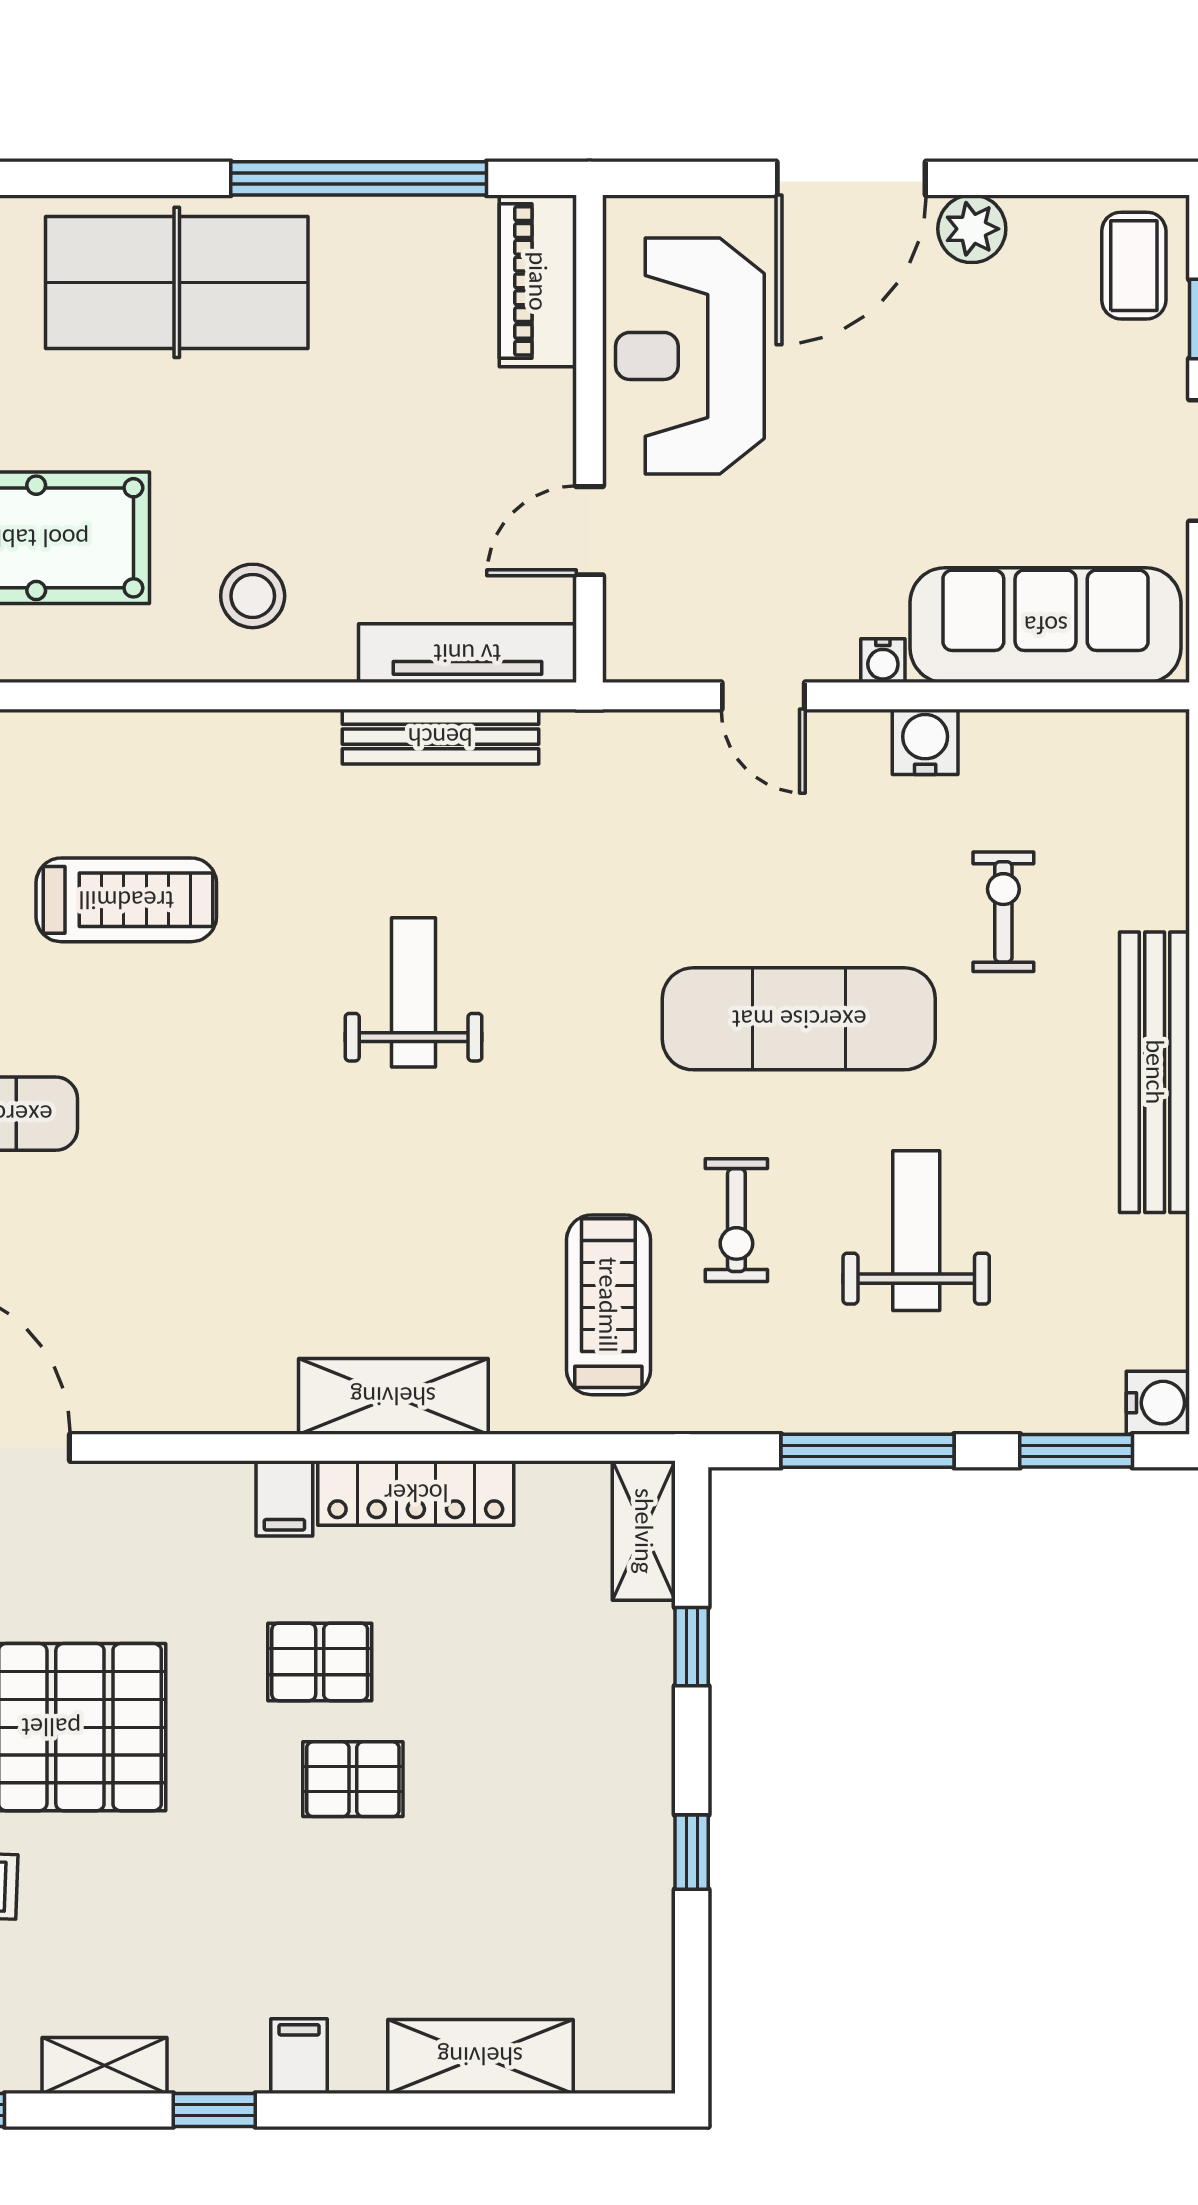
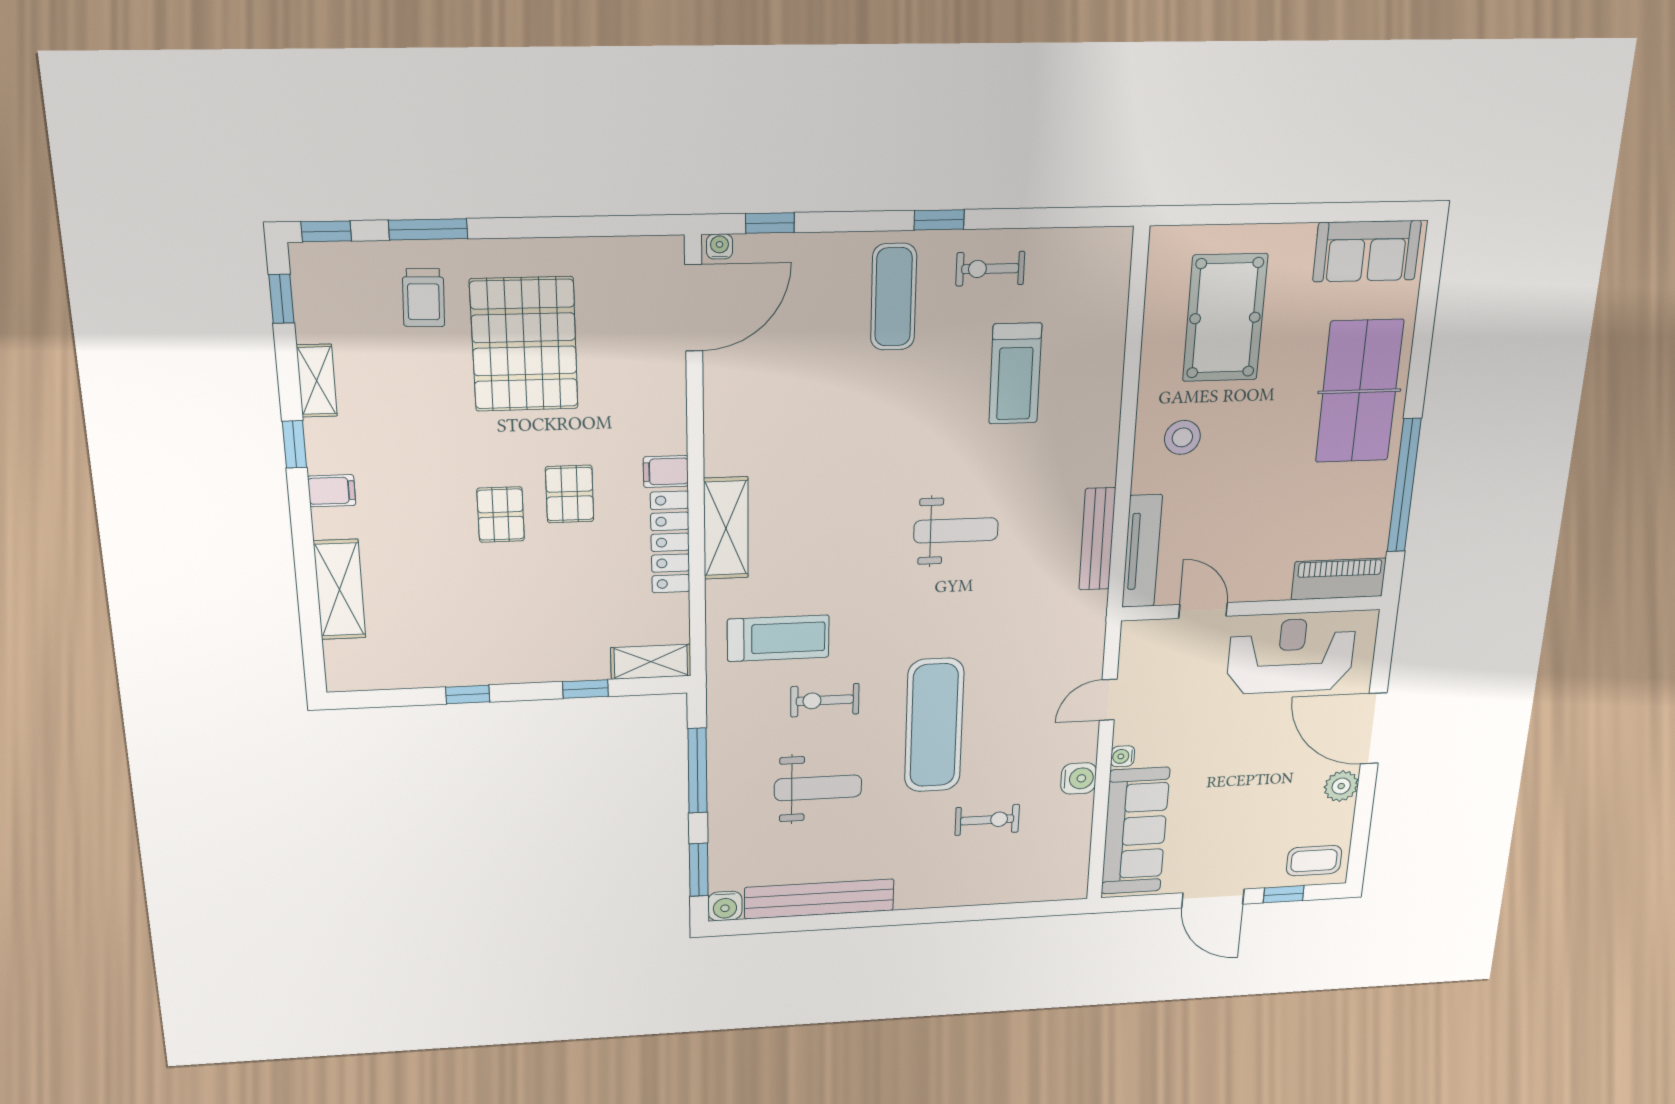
bench: (1155, 1072) -> (819, 899), moved

